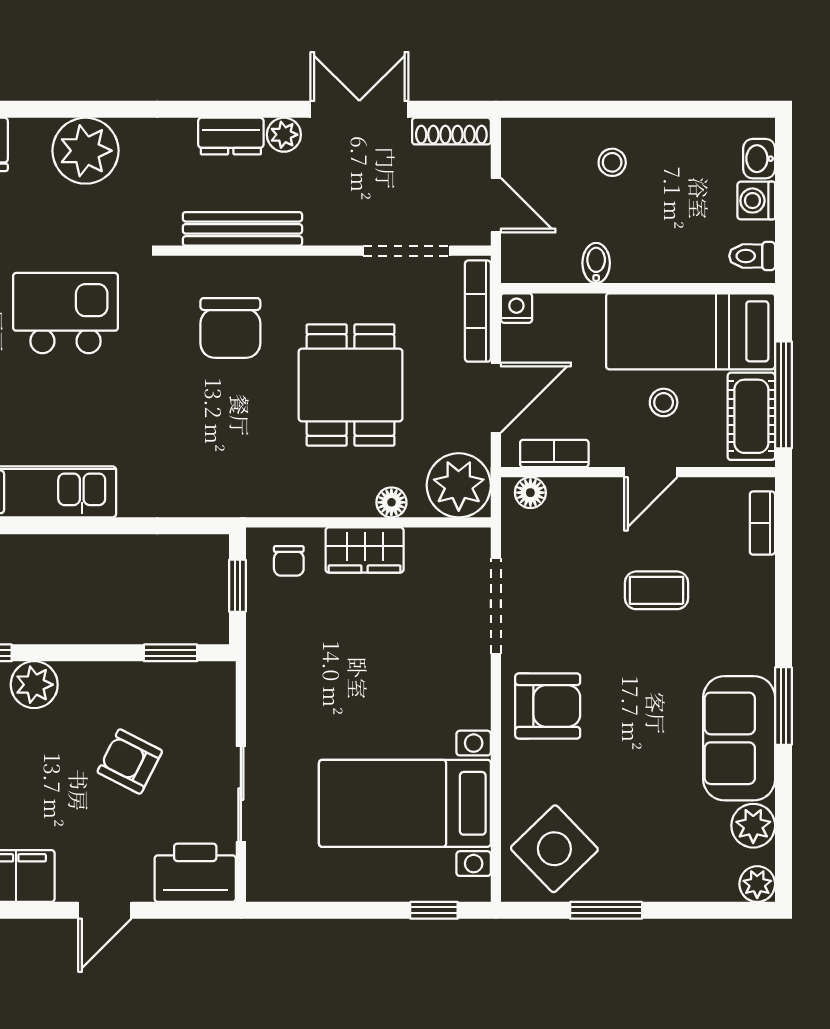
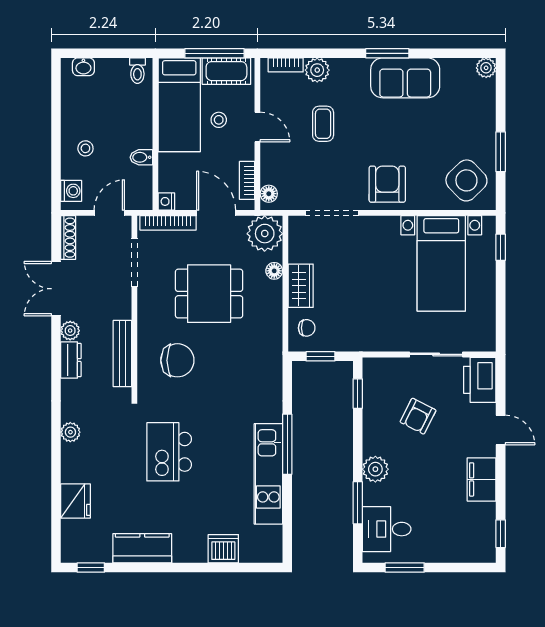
plant: (86, 151) -> (70, 432), width x0.53, depth x0.53
washing machine: (756, 201) -> (71, 191), moved, turned -90
window: (79, 526) -> (287, 444), added
plant: (753, 826) -> (317, 70), moved

